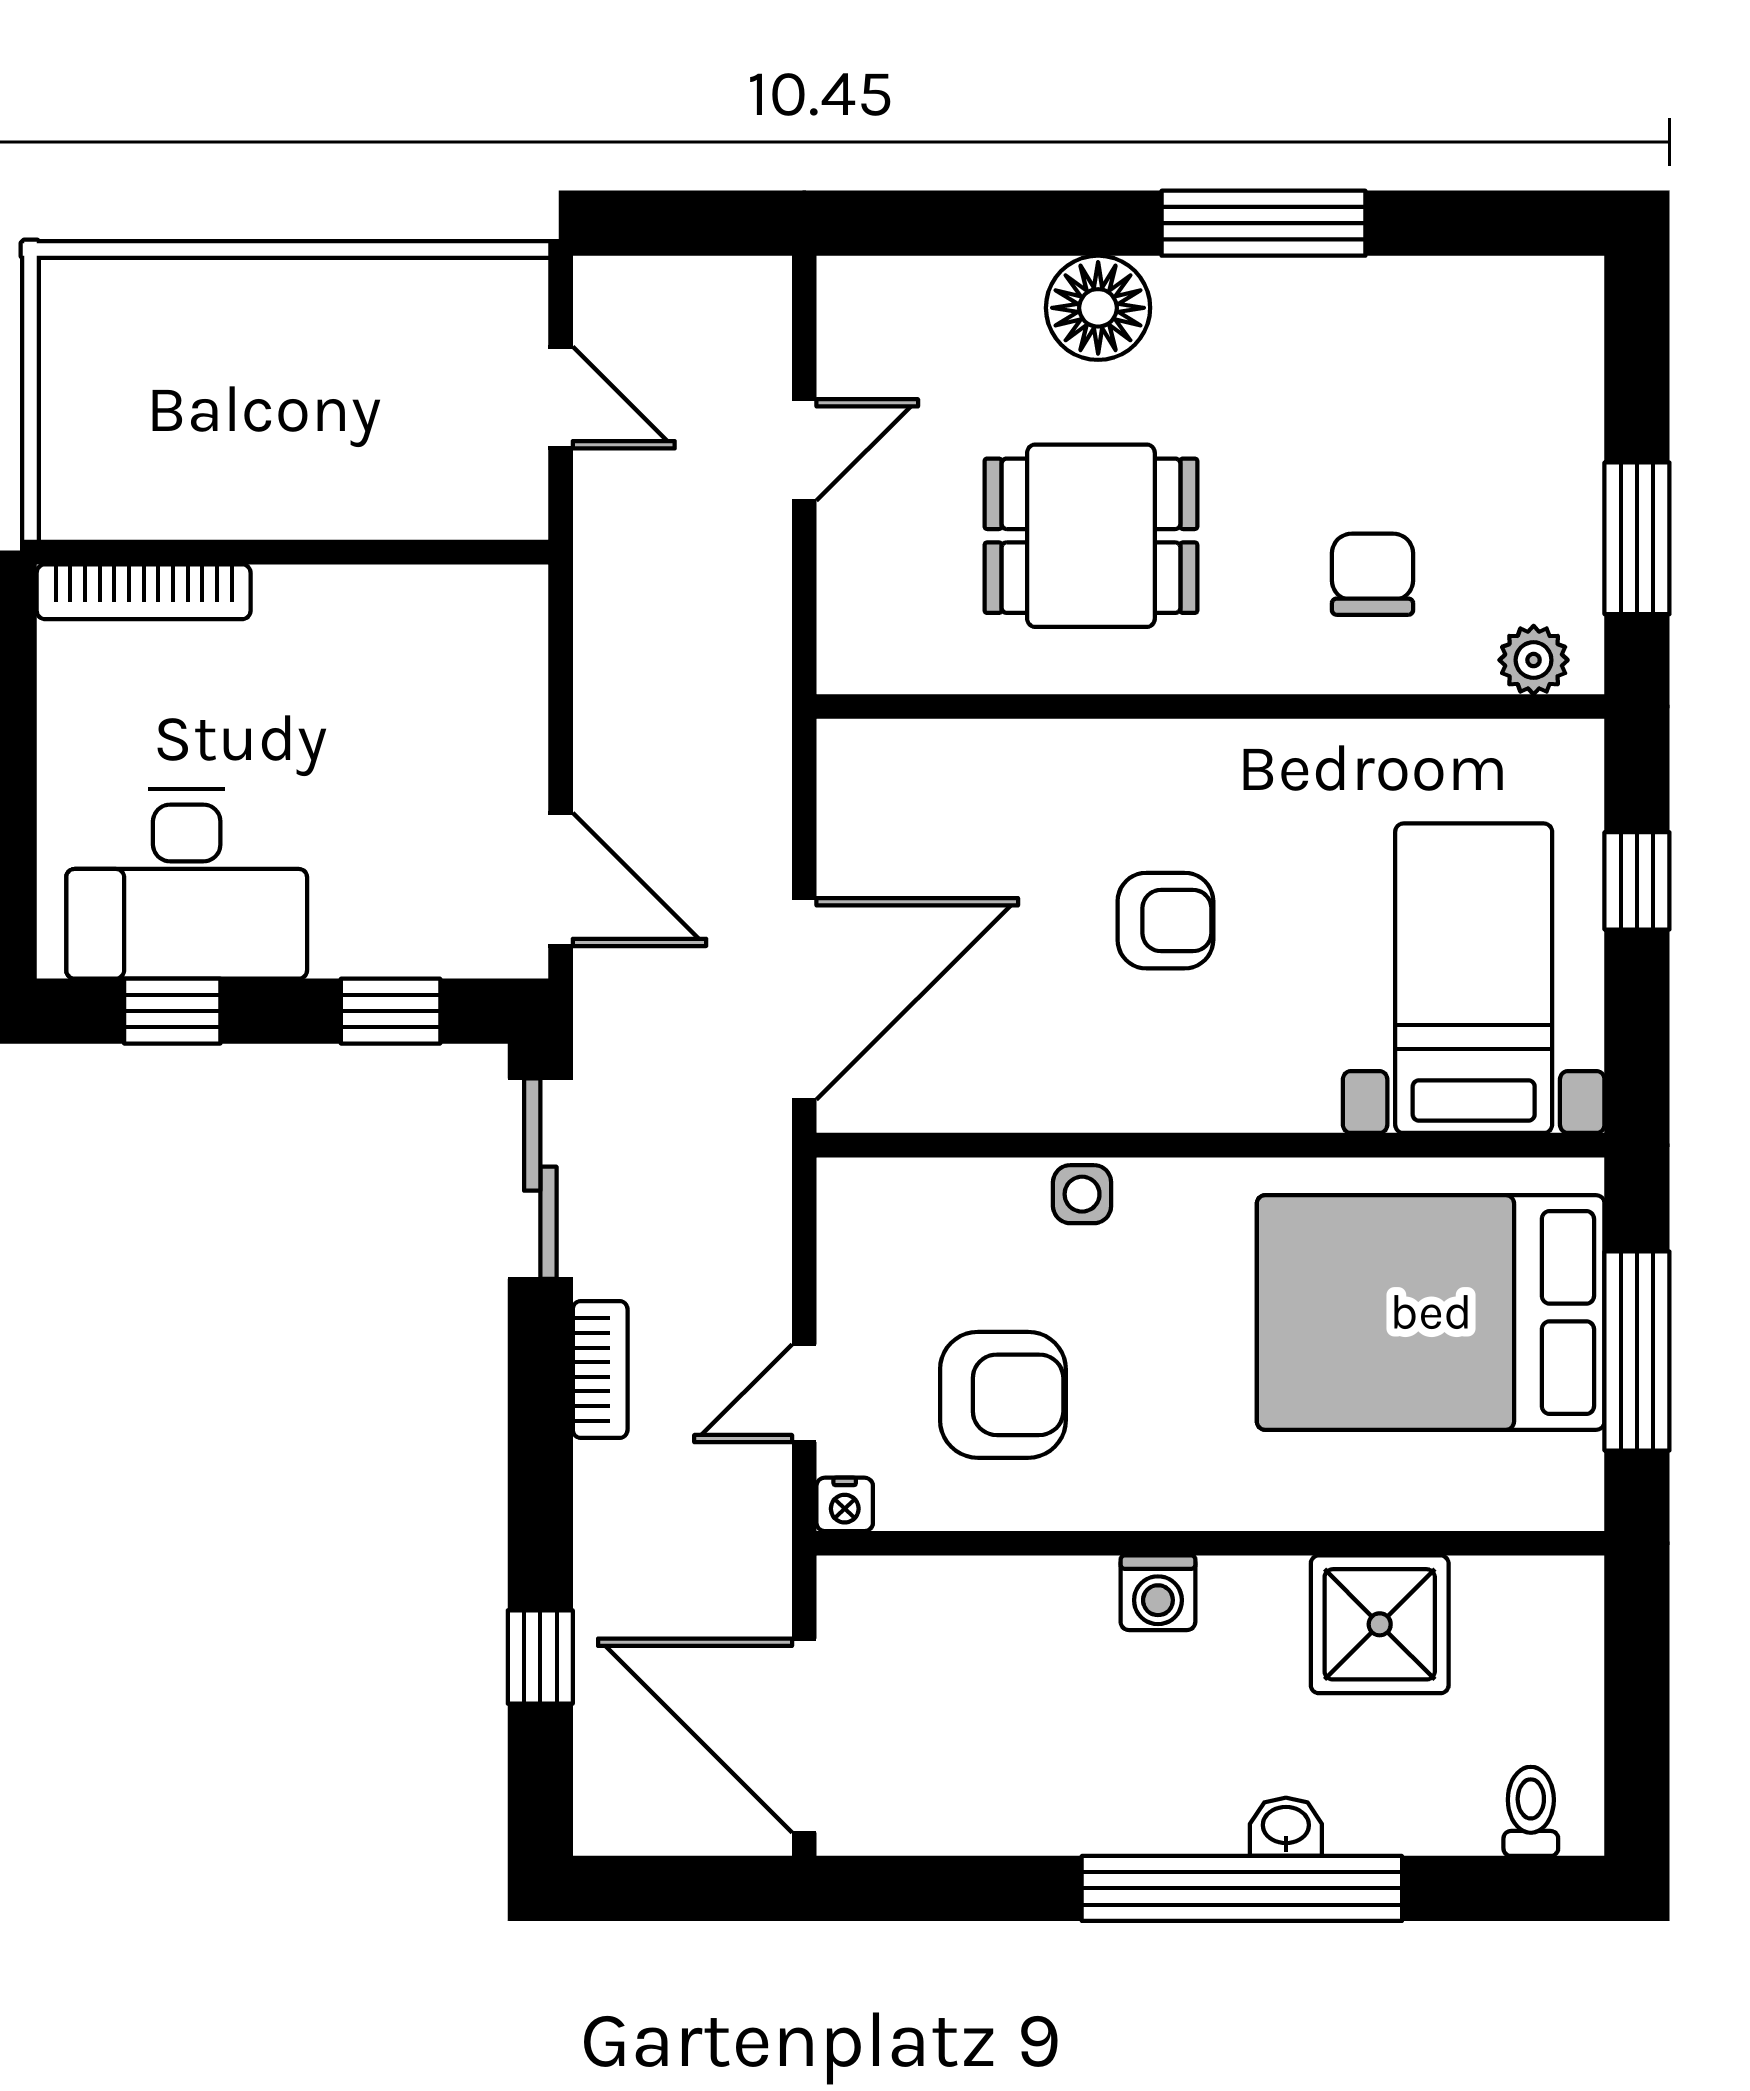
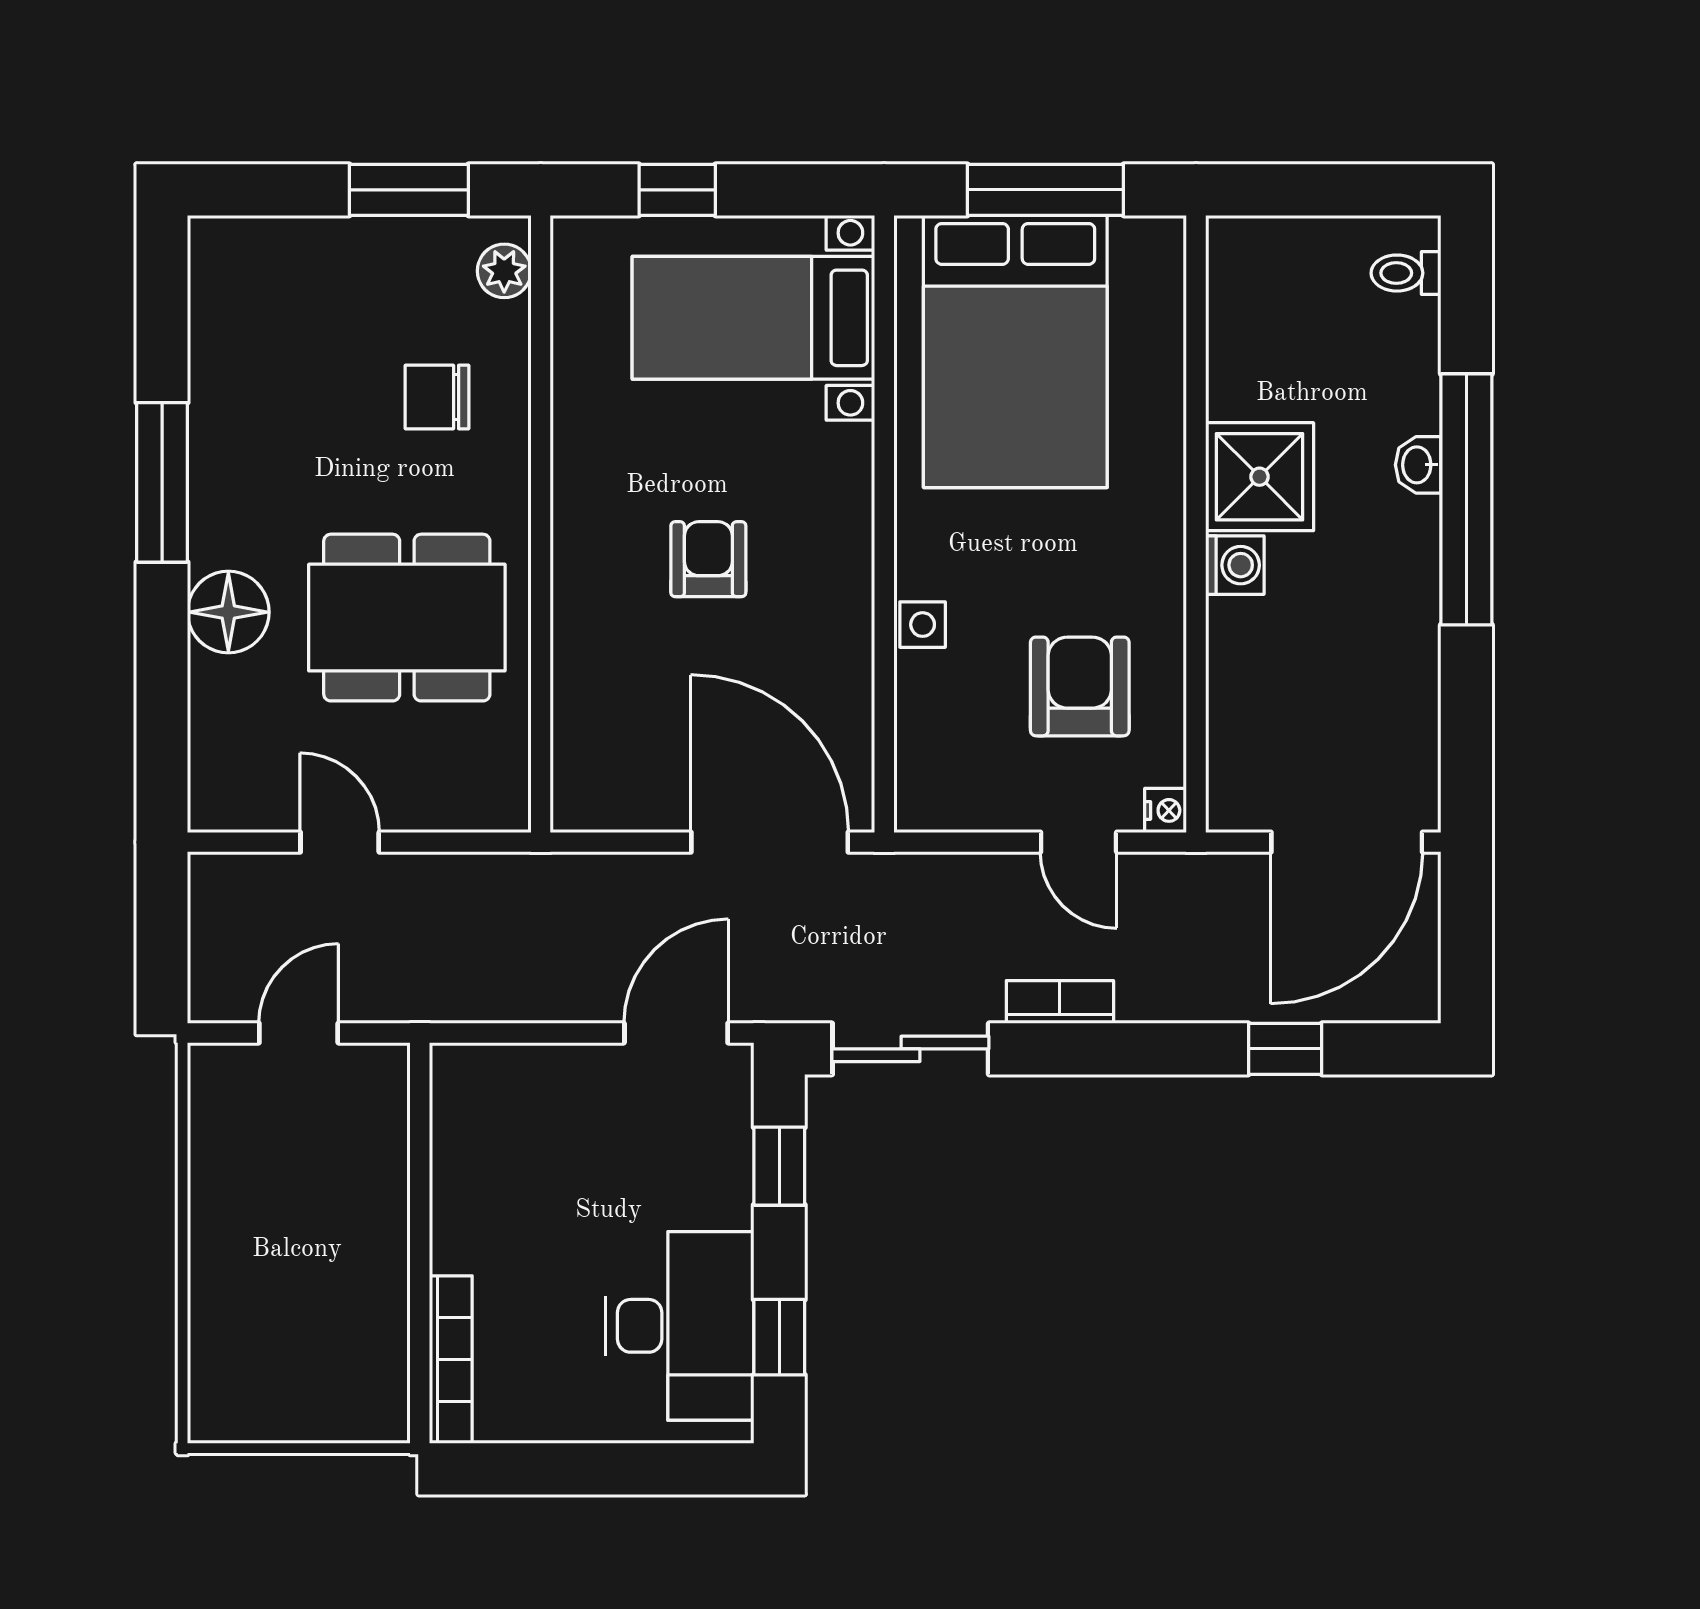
dining table: (1091, 536) -> (407, 618), width x1.38
shower: (1380, 1624) -> (1260, 477), moved

